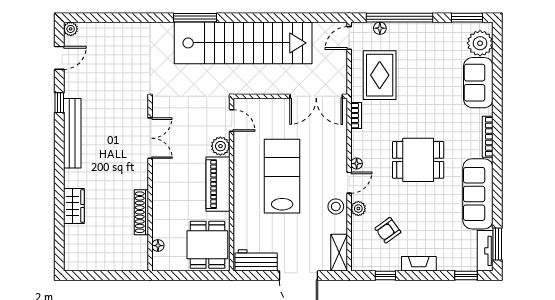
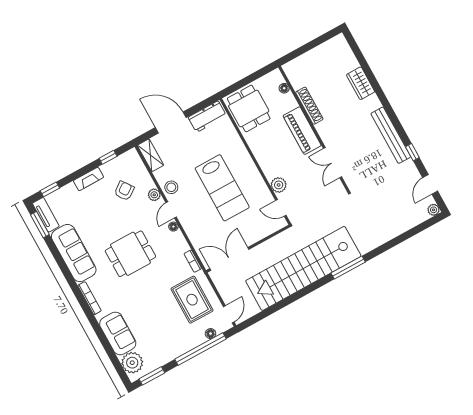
piano: (218, 184) -> (302, 131), moved, turned 180

